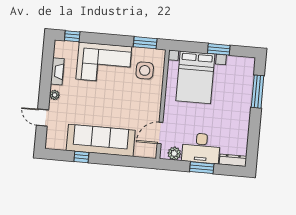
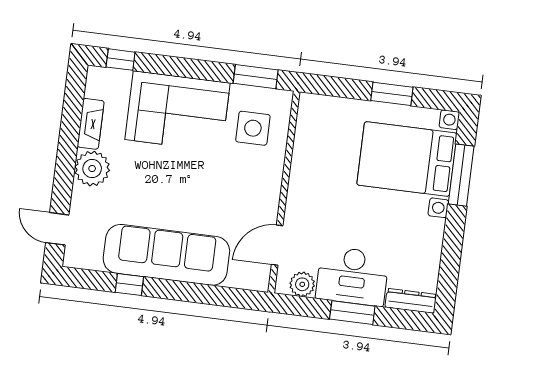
bed with nightstands: (195, 77) -> (407, 159), moved, turned 90
plant: (55, 95) -> (92, 169), width x1.88, depth x1.88
door: (42, 118) -> (57, 229), moved

